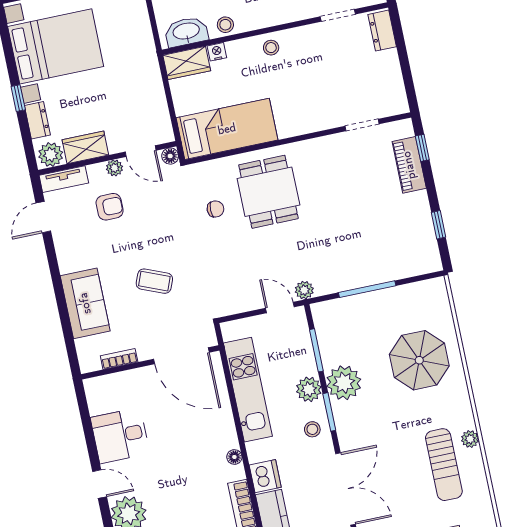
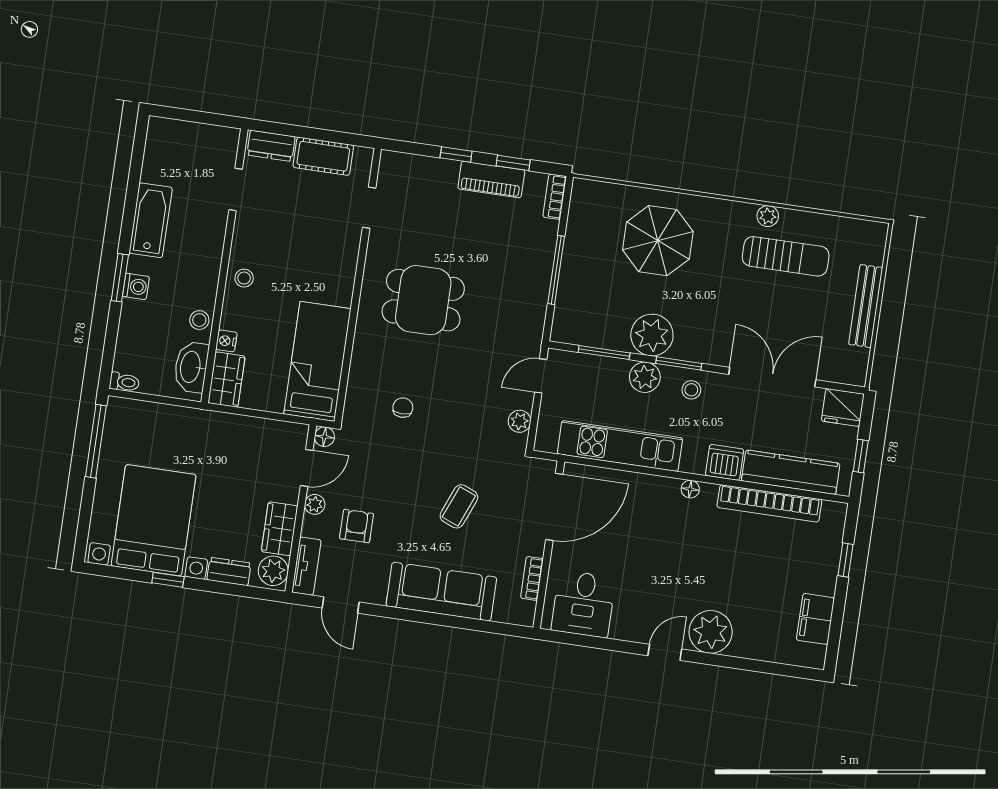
cot: (389, 74) -> (323, 156), added
window: (18, 98) -> (168, 580), moved
window: (422, 148) -> (456, 154), moved
piano: (409, 165) -> (491, 180), moved
dining table: (268, 192) -> (423, 300), moved
bookcase: (424, 267) -> (555, 197), added
plant: (304, 290) -> (519, 421), moved
sofa: (85, 303) -> (441, 592), width x1.36
desk: (120, 435) -> (583, 604), moved

